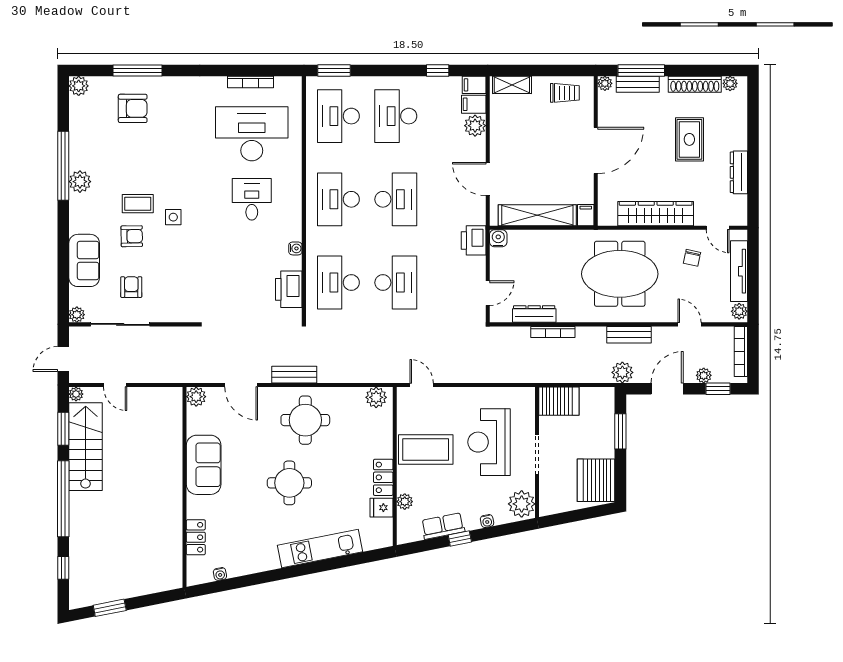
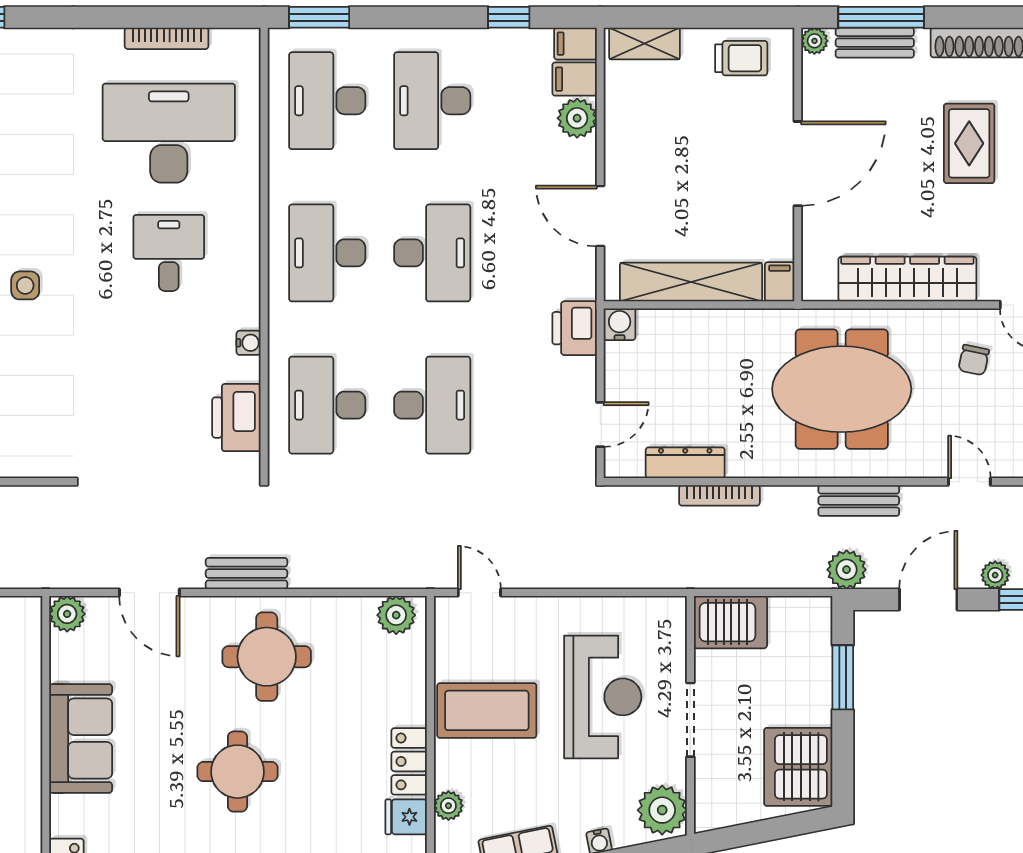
reception desk: (489, 442) -> (603, 697), turned 180

